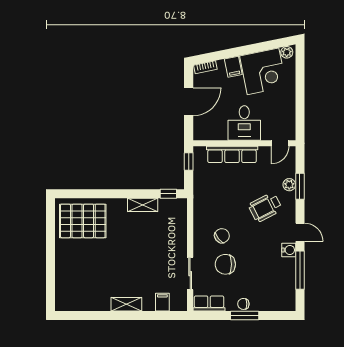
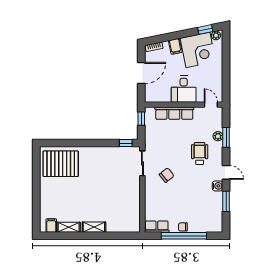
window: (273, 45) -> (205, 29), added
door: (280, 143) -> (211, 105), swing flipped
shelving: (143, 205) -> (69, 227), moved
wheelchair: (265, 207) -> (200, 153), turned 117
chair: (225, 264) -> (169, 197), removed
window: (300, 270) -> (226, 201), width x0.69
sliding door: (190, 274) -> (142, 163), moved
filing cabinet: (162, 302) -> (51, 226), moved
window: (245, 315) -> (184, 236), width x2.11

